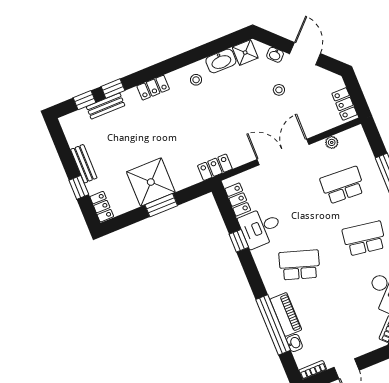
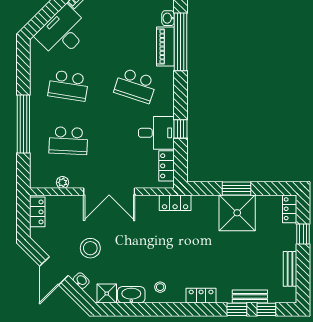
stool: (279, 90) -> (90, 248), width x1.89, depth x1.89
bench: (84, 164) -> (290, 269), moved

